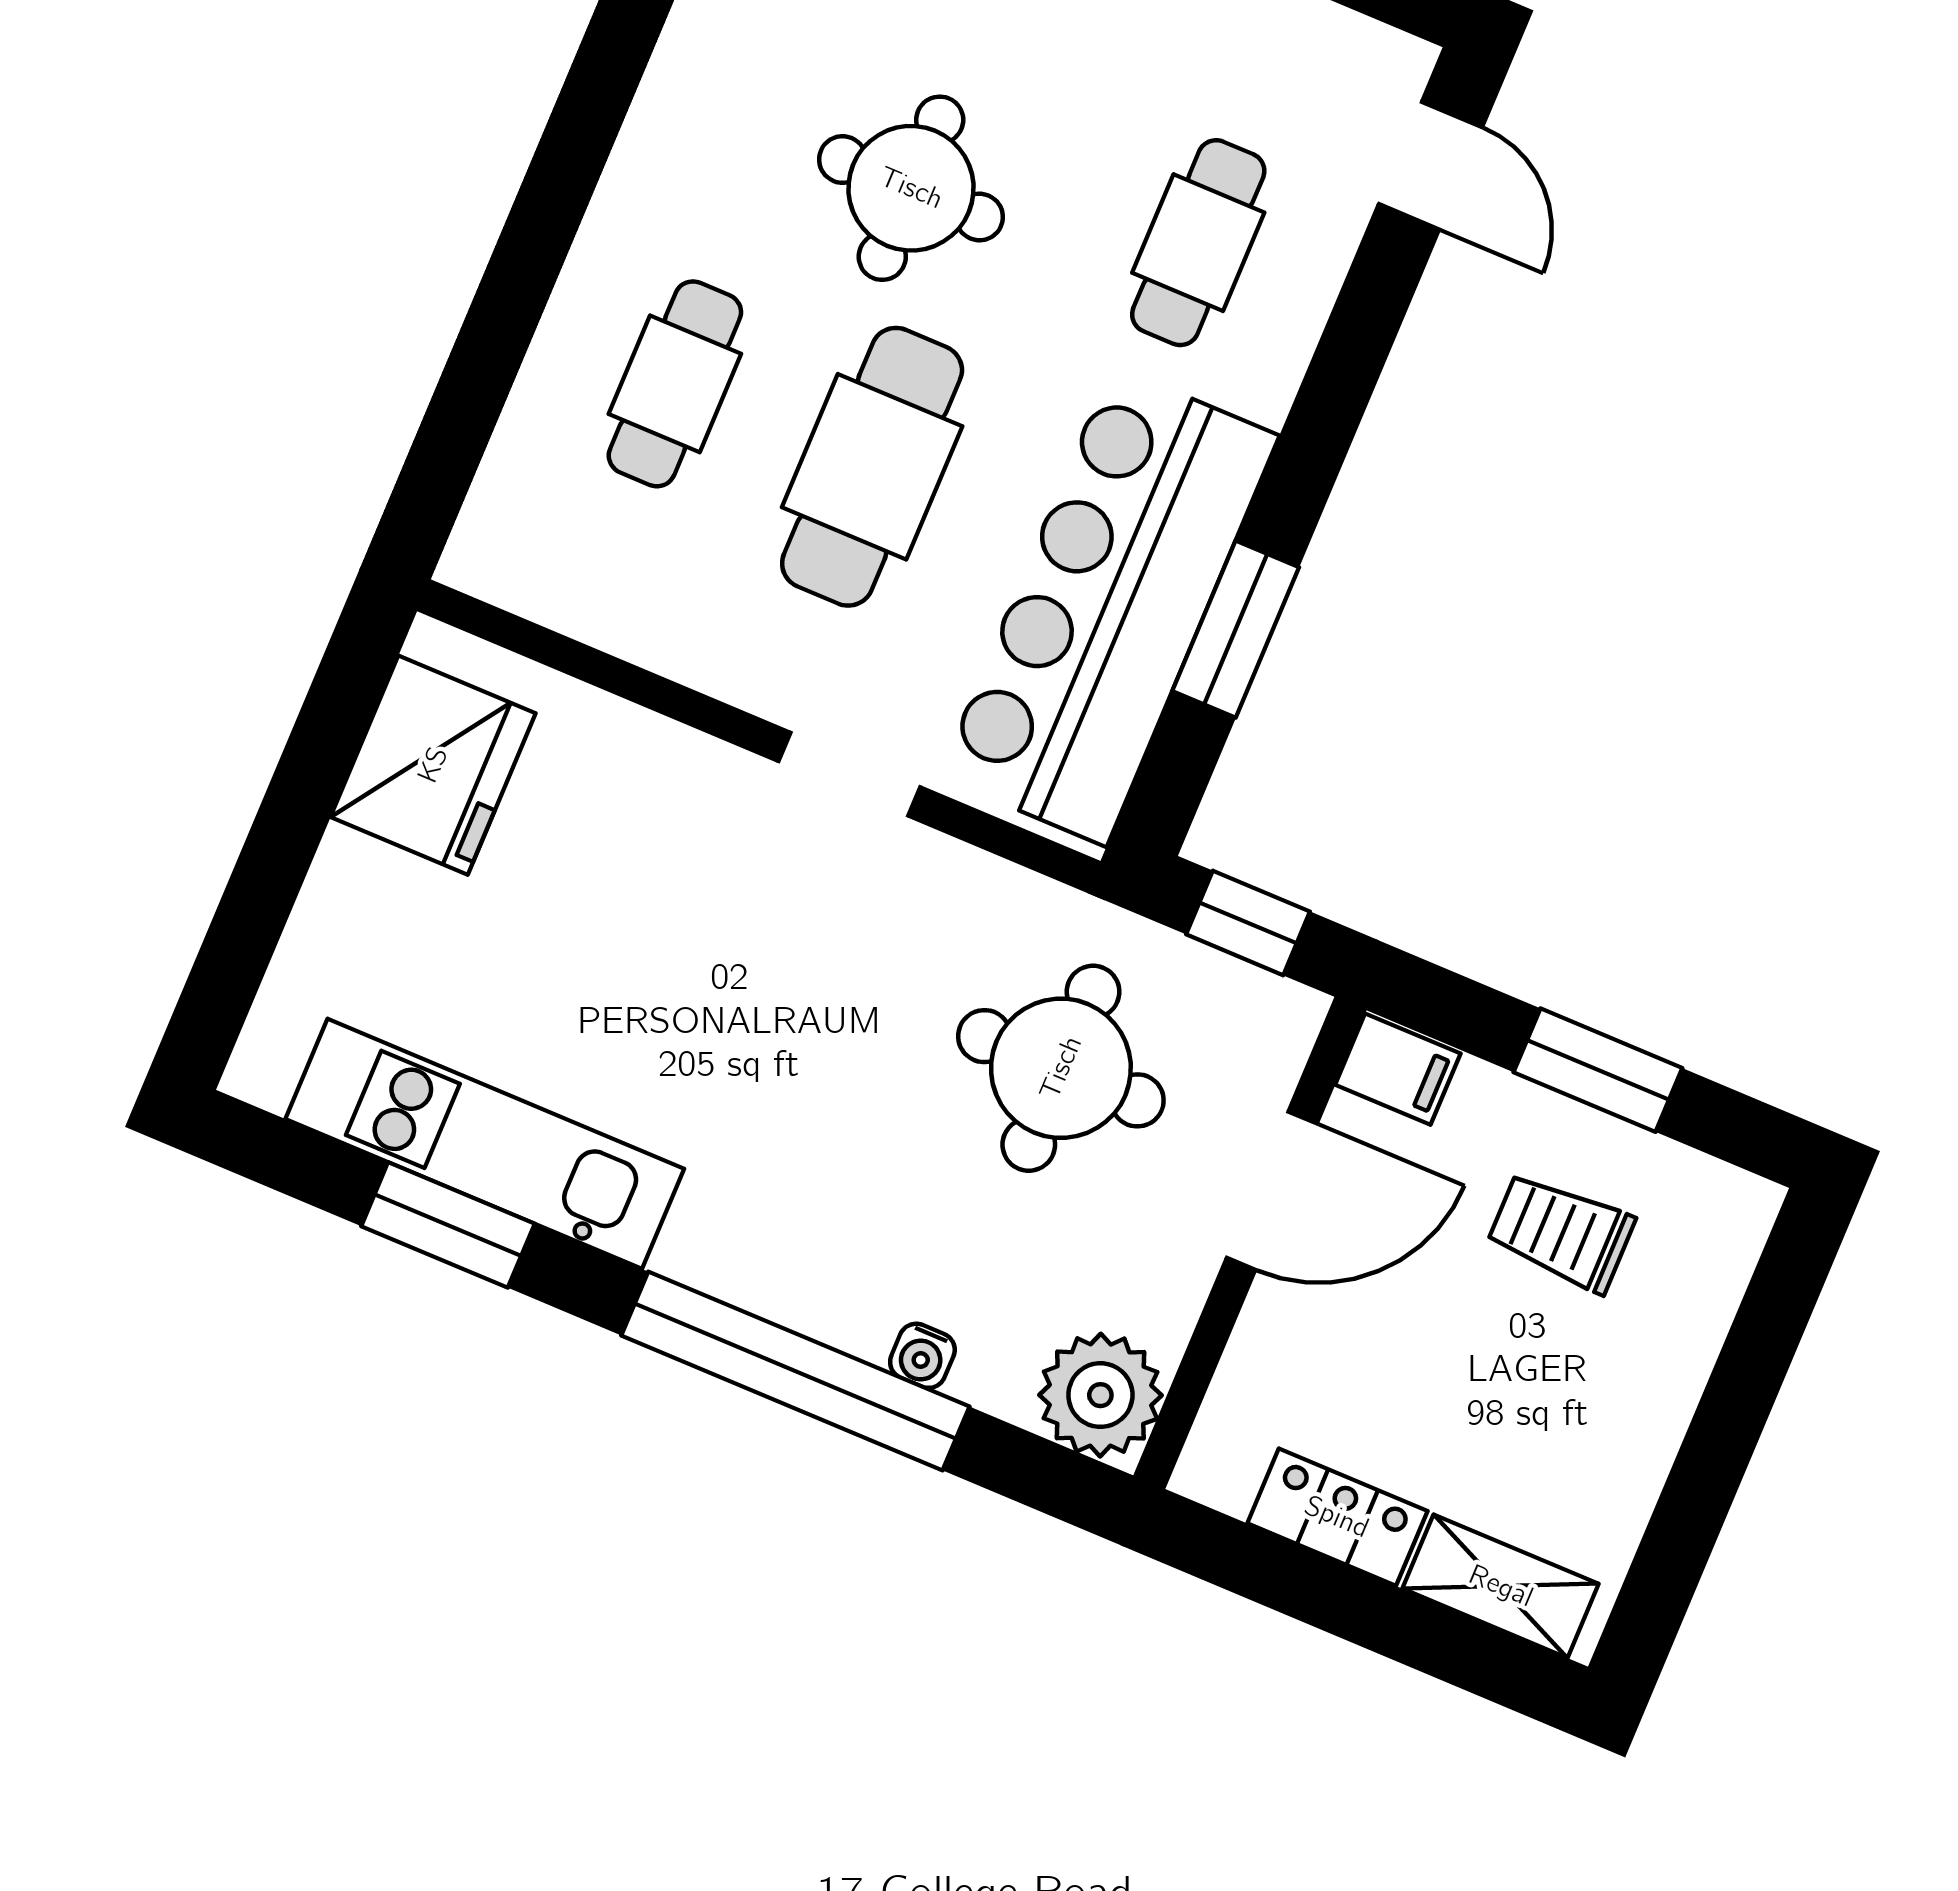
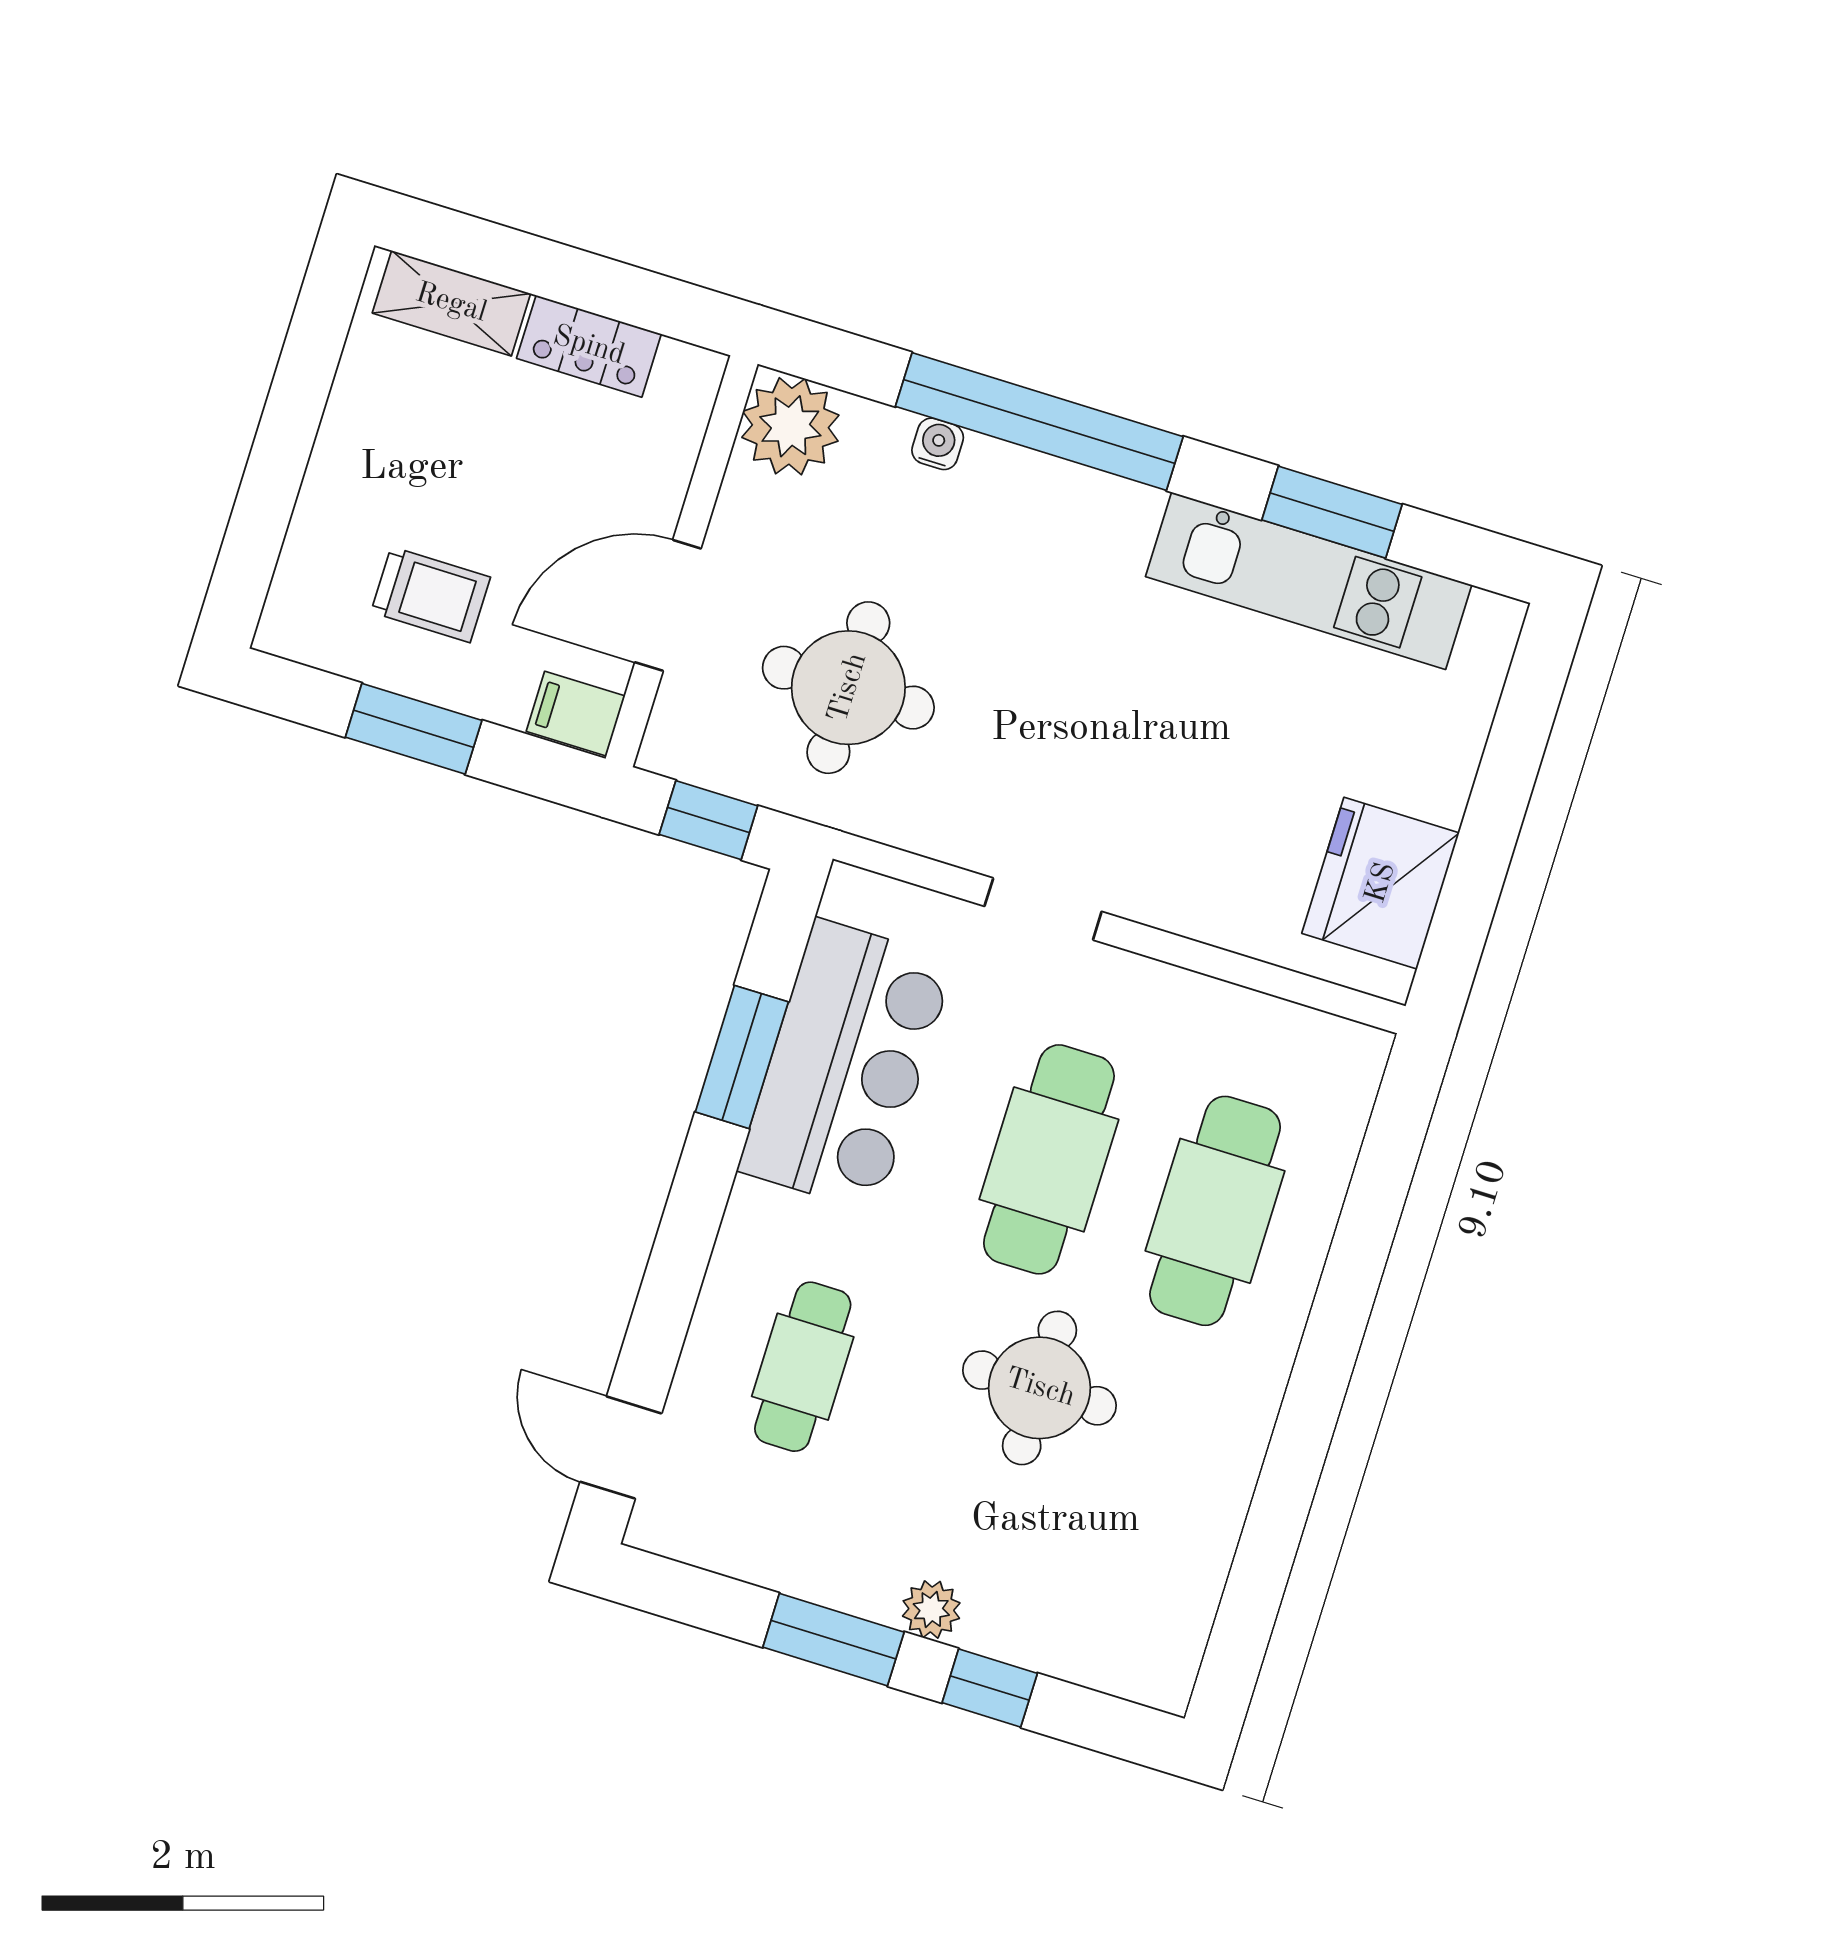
cafe table: (675, 384) -> (1215, 1211), width x1.37, depth x1.35
bar counter: (1109, 606) -> (846, 1065), width x0.73

